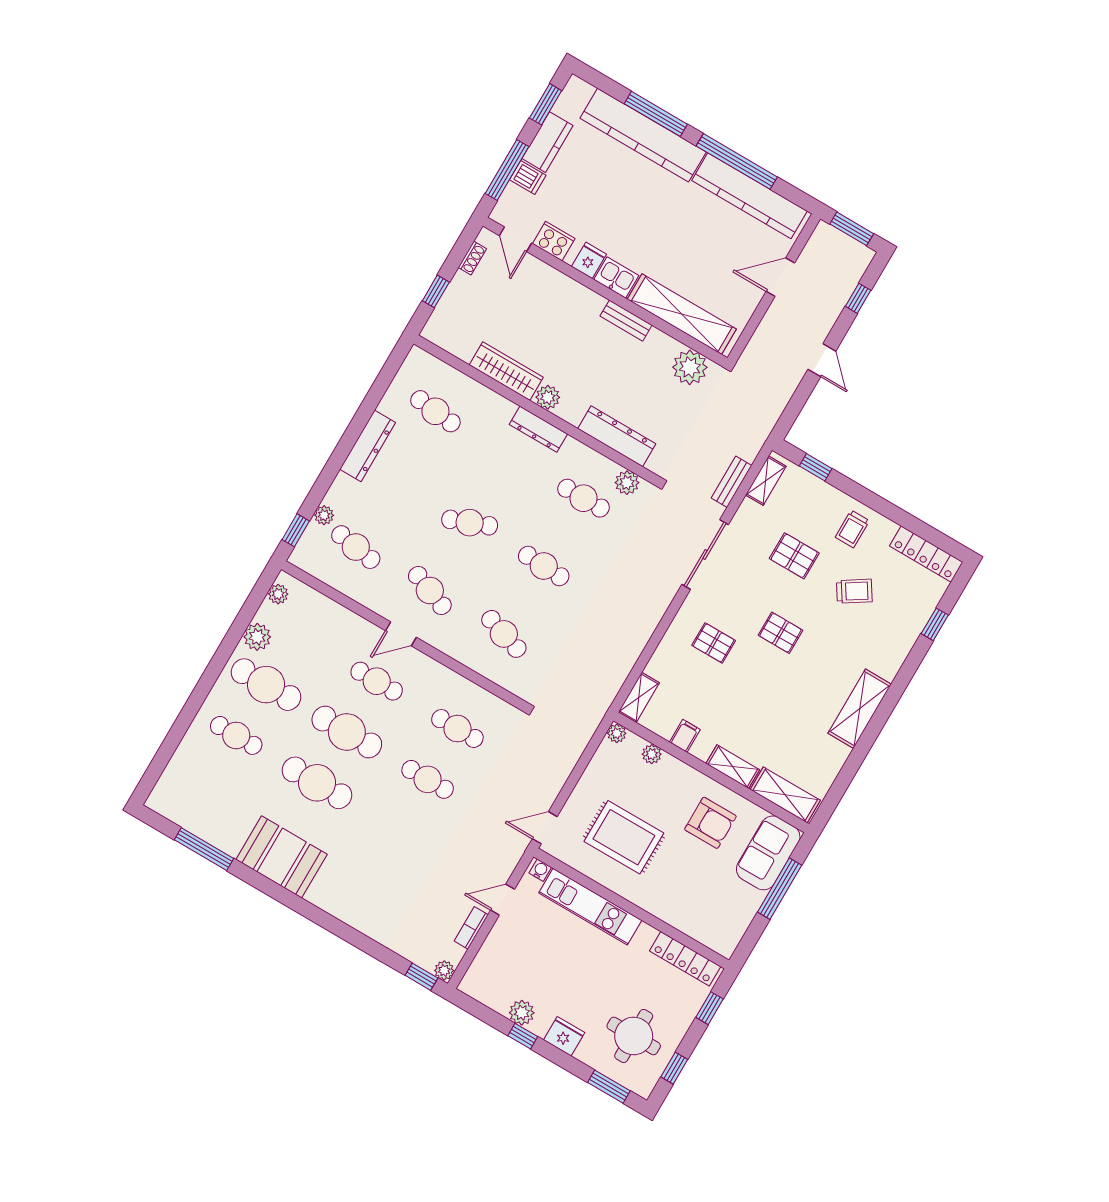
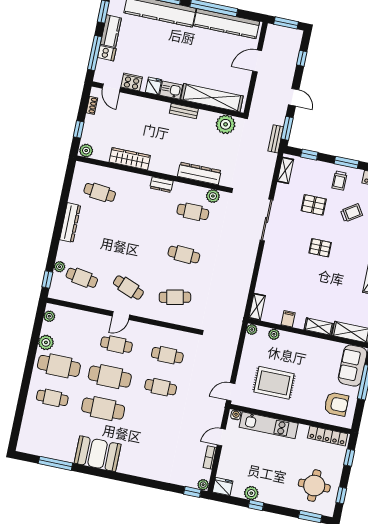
plant: (548, 397) -> (86, 151), moved
window: (793, 410) -> (287, 128), added
dresser: (538, 429) -> (161, 185), width x0.70
bench: (731, 482) -> (276, 139), moved
window: (875, 502) -> (346, 162), added
cafe table: (470, 523) -> (137, 245), removed
cafe table: (504, 634) -> (175, 297), turned -30
pallet: (714, 643) -> (287, 265), removed
armchair: (710, 823) -> (336, 404), moved
fridge: (564, 1036) -> (223, 486), moved

